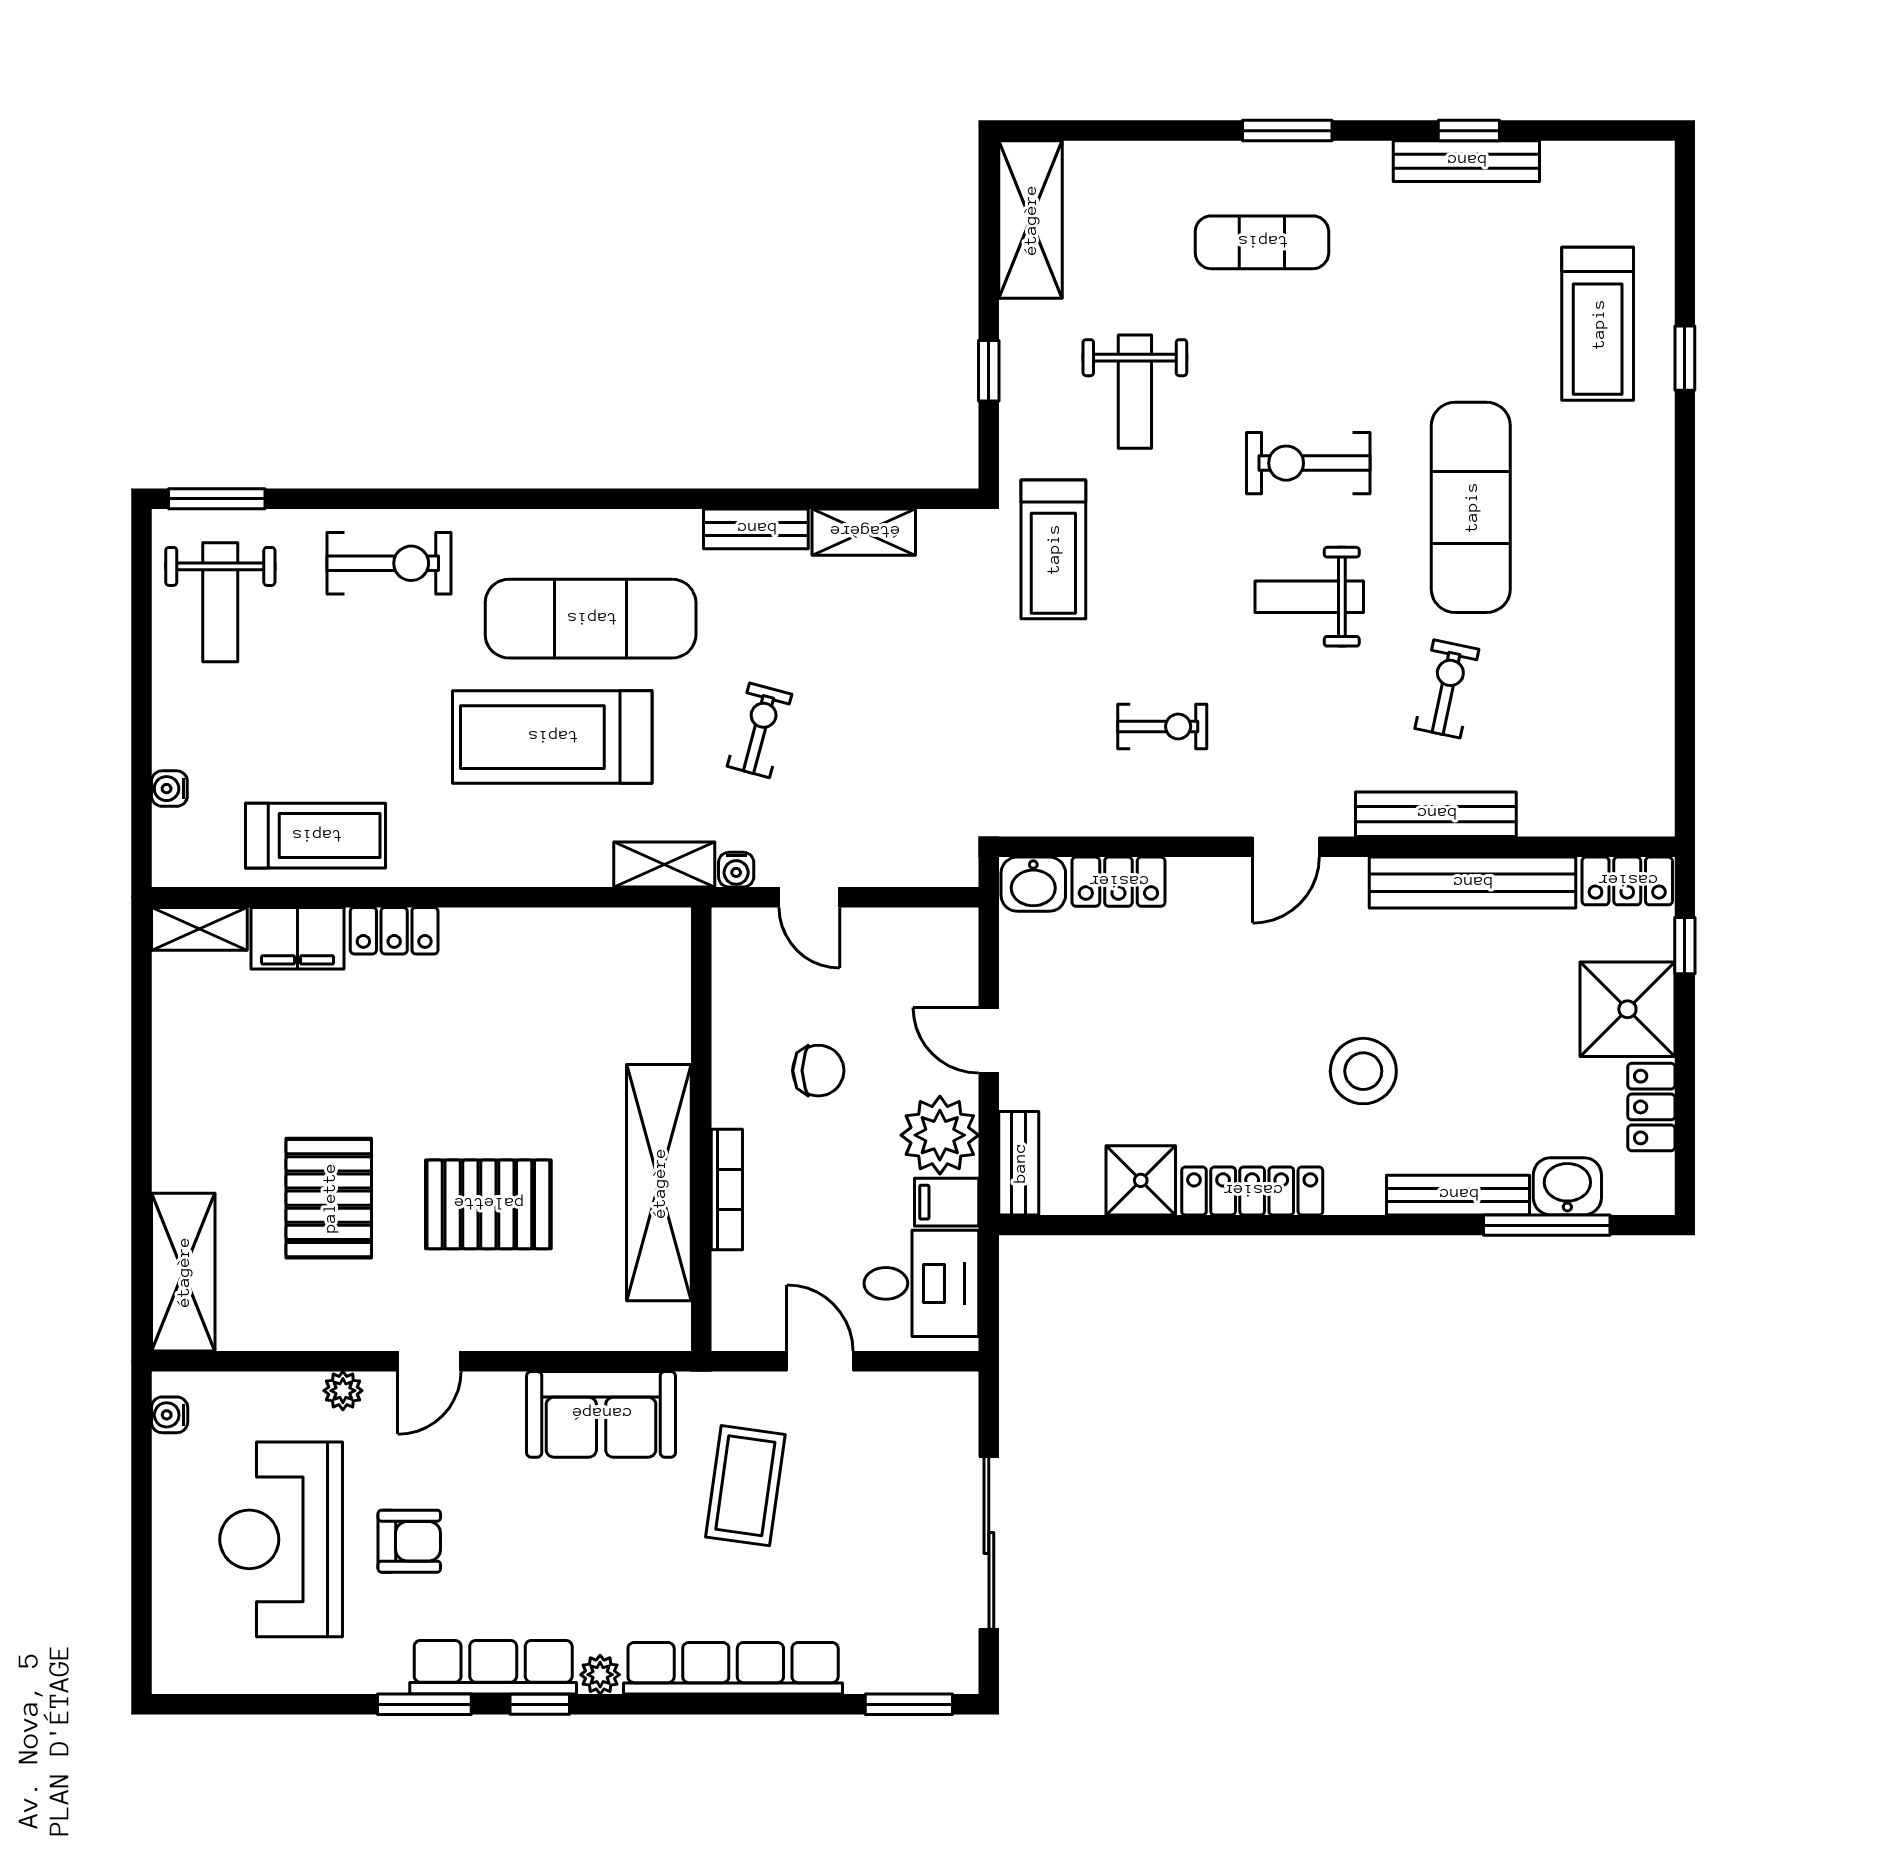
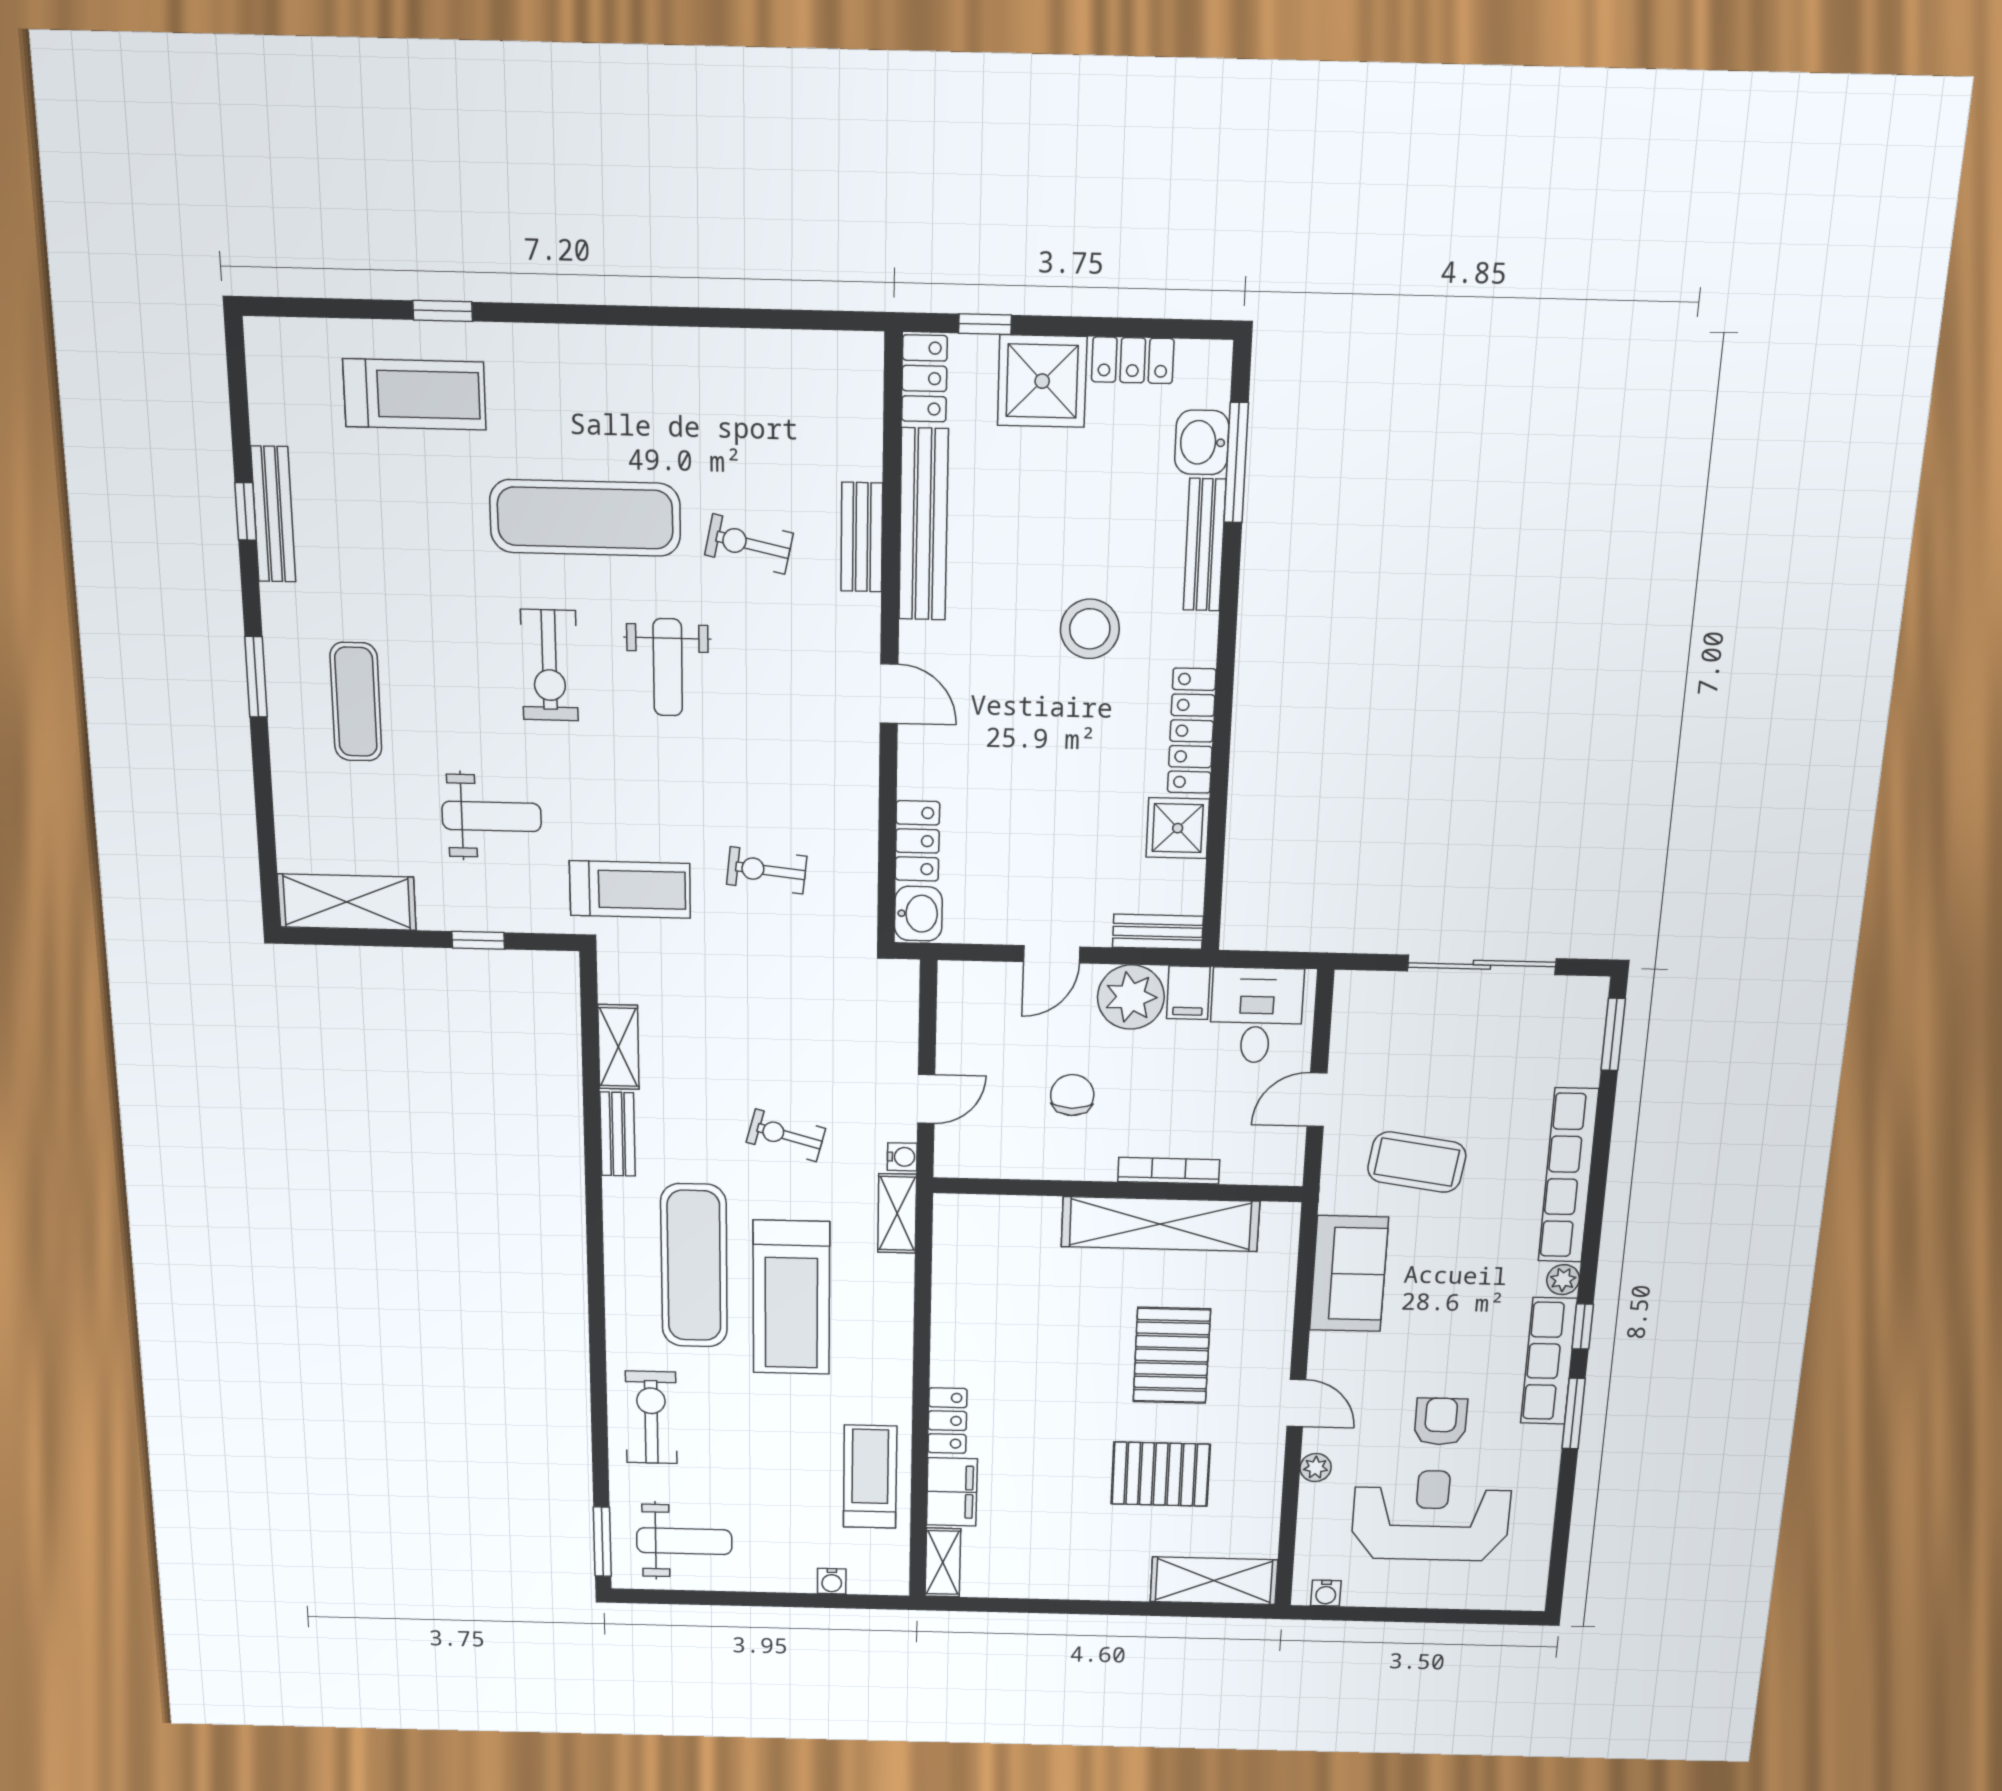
exercise bike: (1162, 726) -> (767, 870), moved, turned -84
bench: (1436, 814) -> (862, 537), width x0.73
reception desk: (281, 1539) -> (1431, 1516), turned 180

